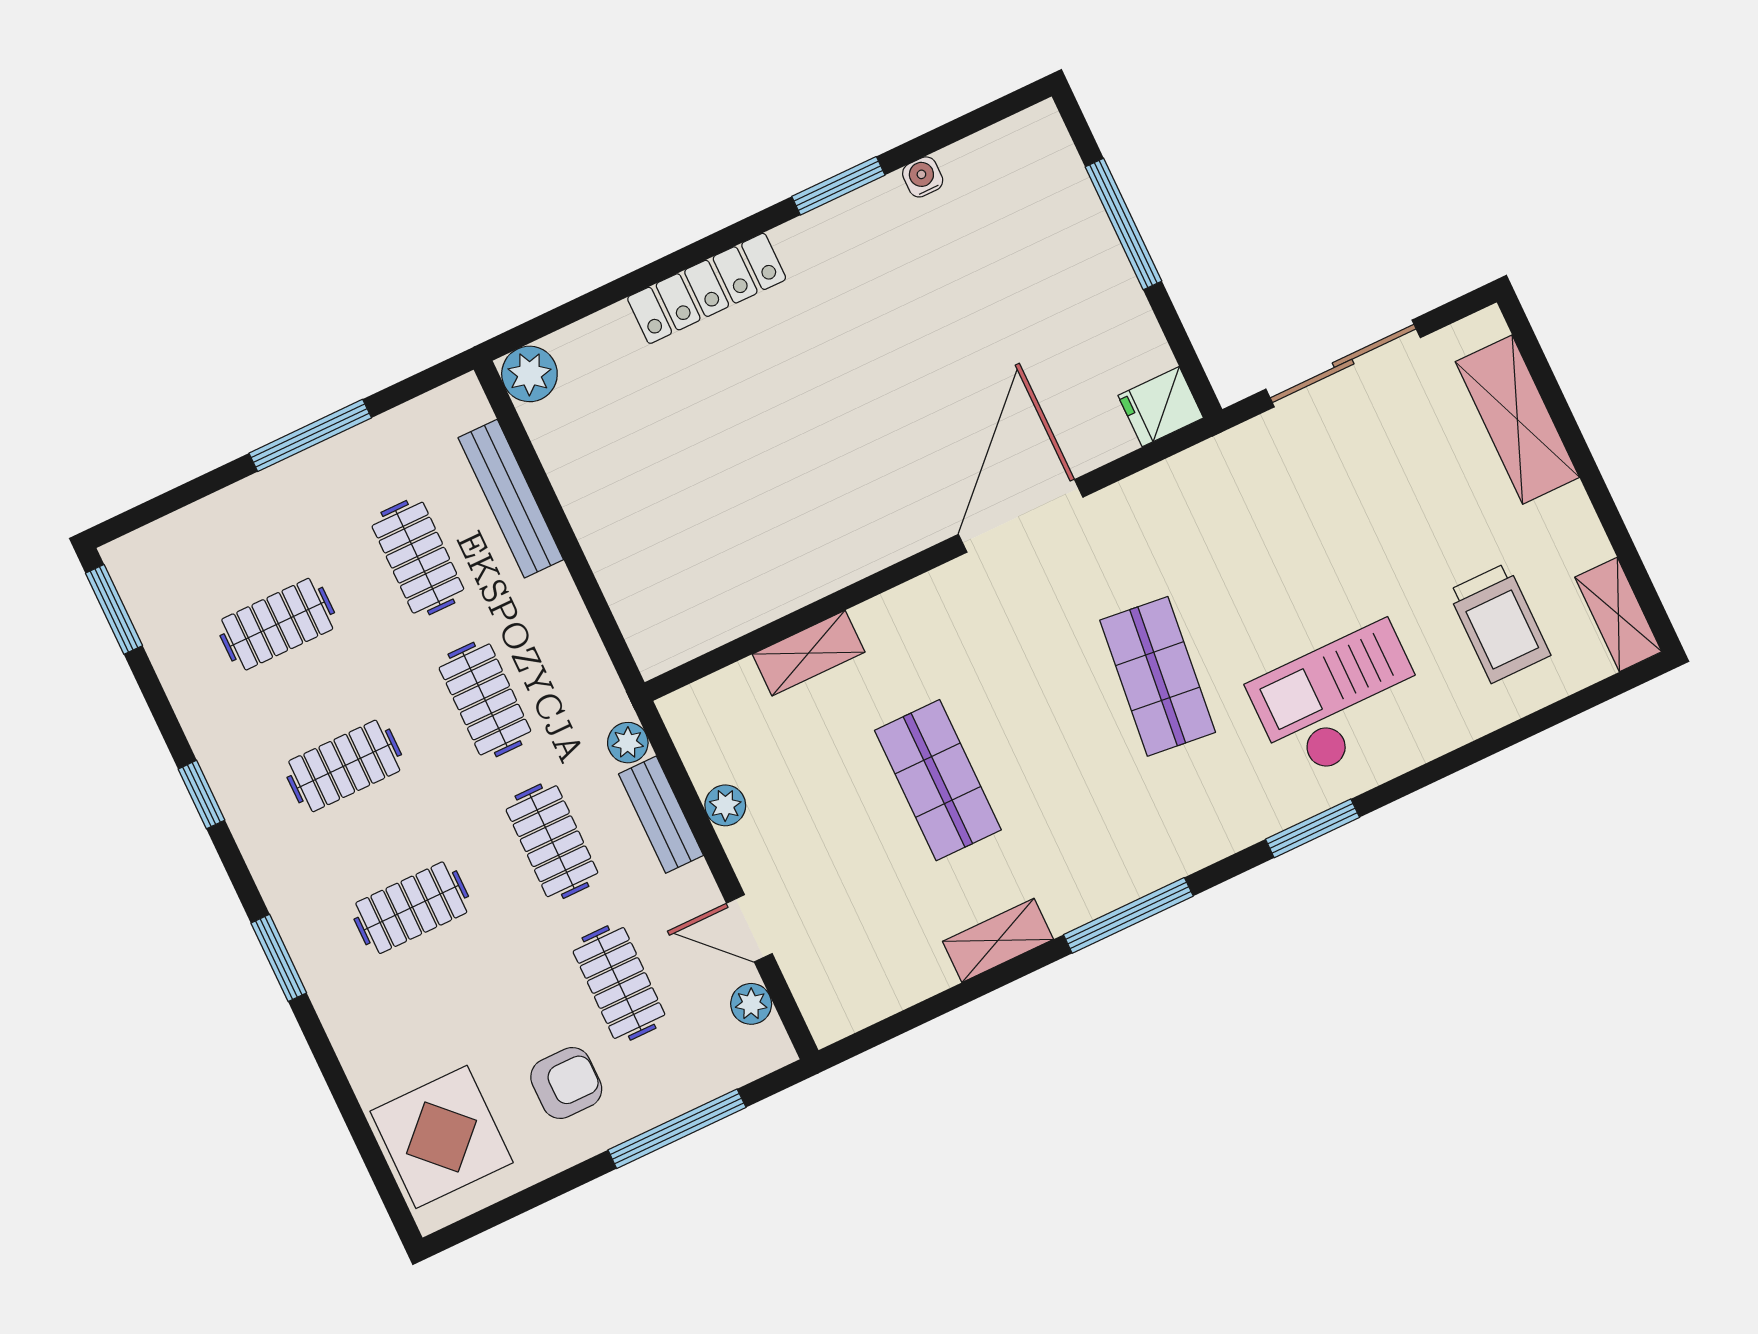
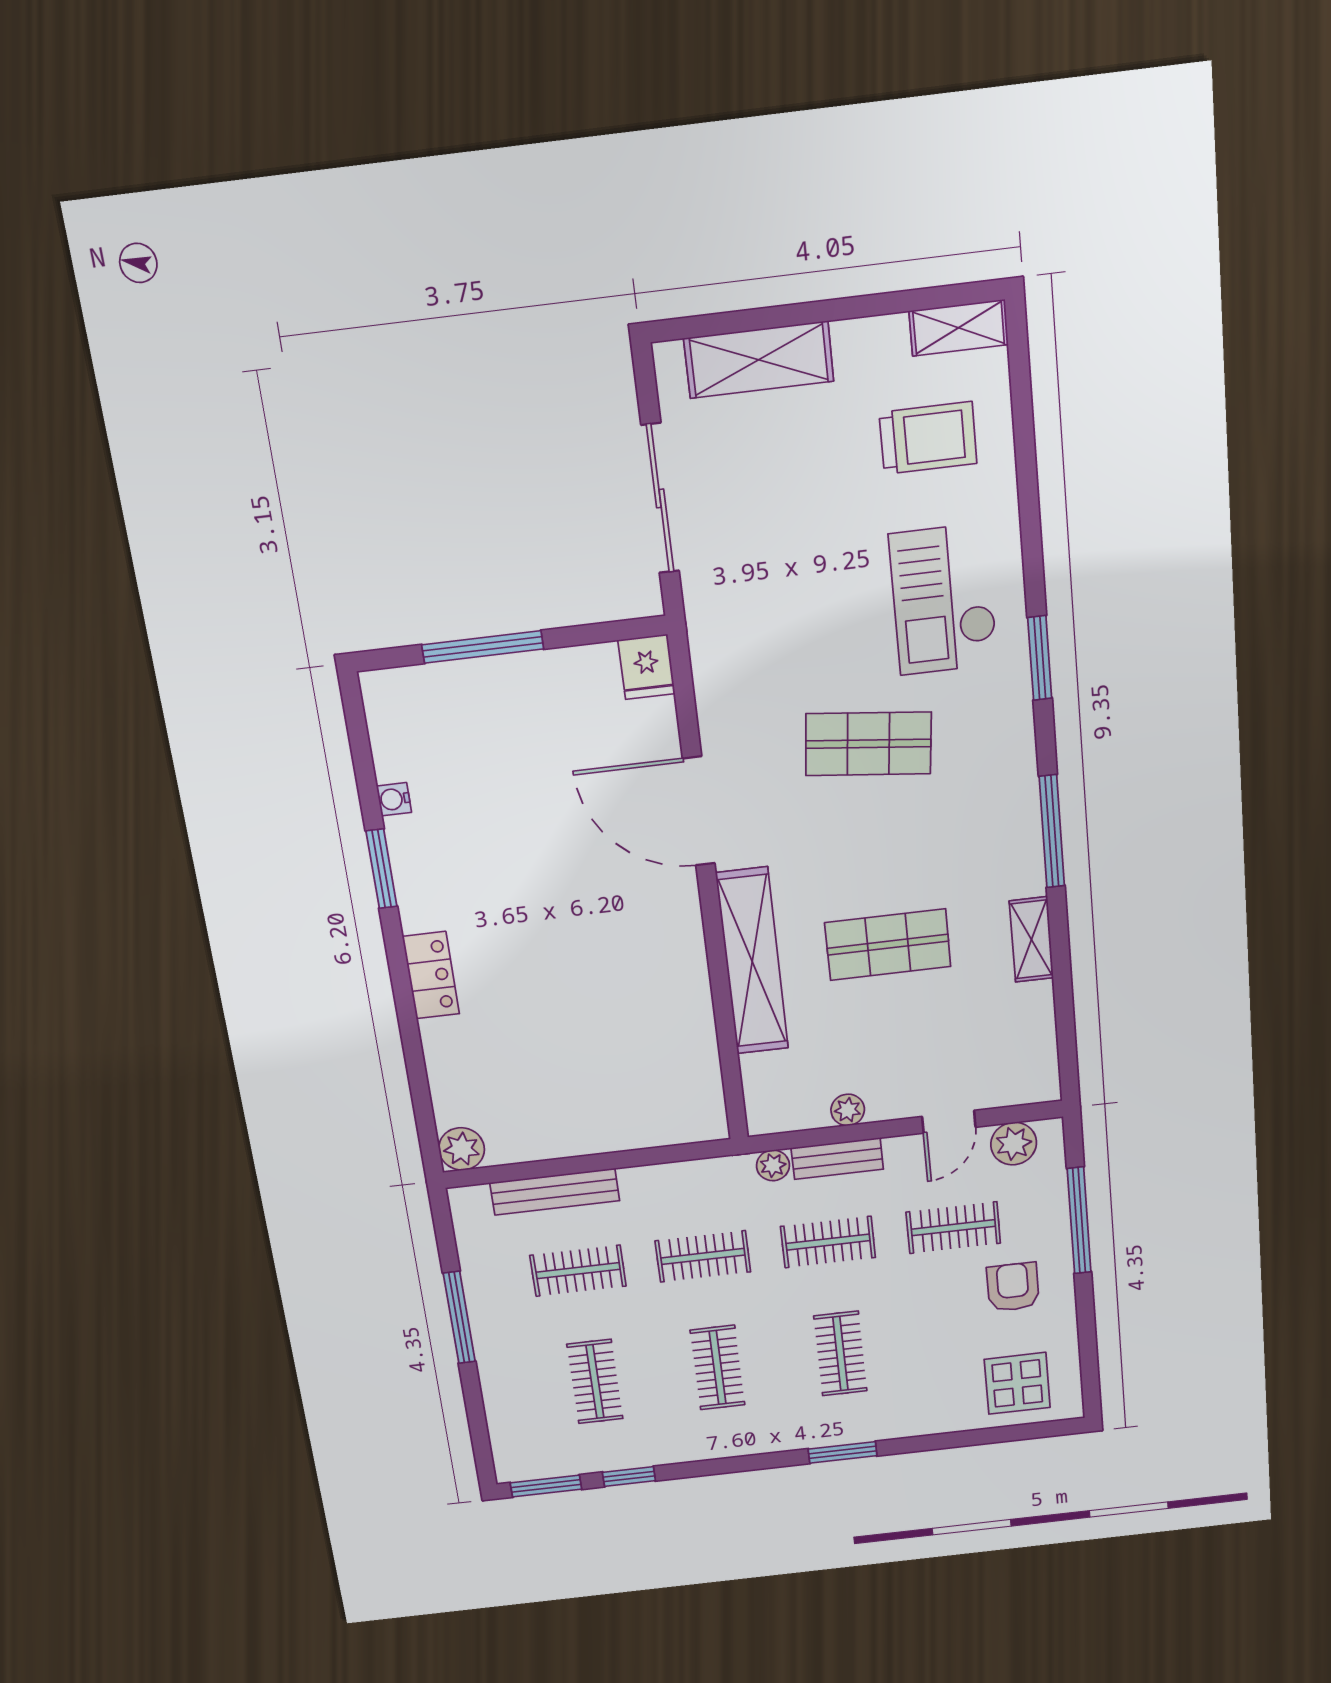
locker: (707, 288) -> (431, 975), width x0.66
shelving: (809, 653) -> (752, 961), width x2.20, depth x1.33
window: (202, 795) -> (629, 1477), moved
plant: (751, 1004) -> (1014, 1144), width x1.38, depth x1.38
display table: (442, 1137) -> (1017, 1383), width x0.73, depth x0.73

